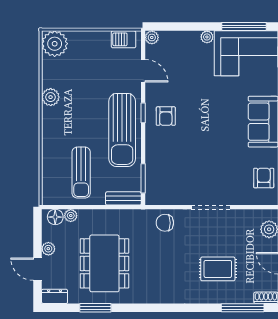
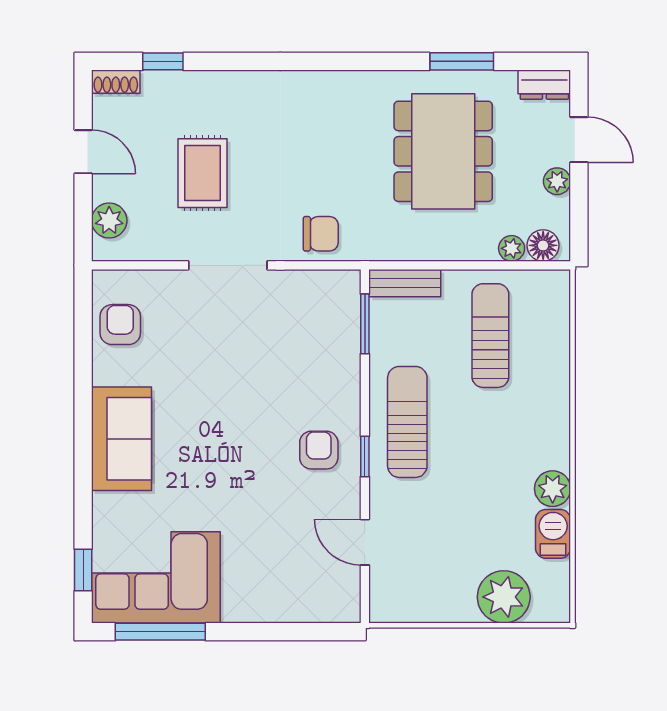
plant: (152, 37) -> (347, 610), removed
plant: (207, 37) -> (235, 611), removed
barbecue: (124, 39) -> (553, 534), moved, turned -90
plant: (55, 44) -> (504, 597), moved
sun lounger: (122, 130) -> (407, 422), width x0.73, depth x0.75
armchair: (264, 178) -> (120, 325), turned 180
rug: (218, 269) -> (202, 173), moved, turned 90
window: (243, 308) -> (163, 61), width x0.46

